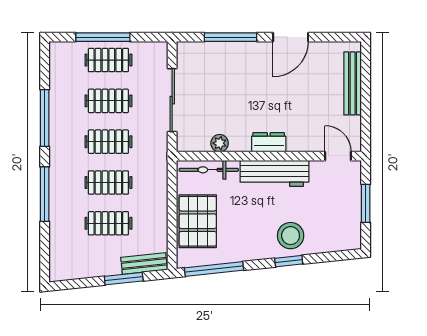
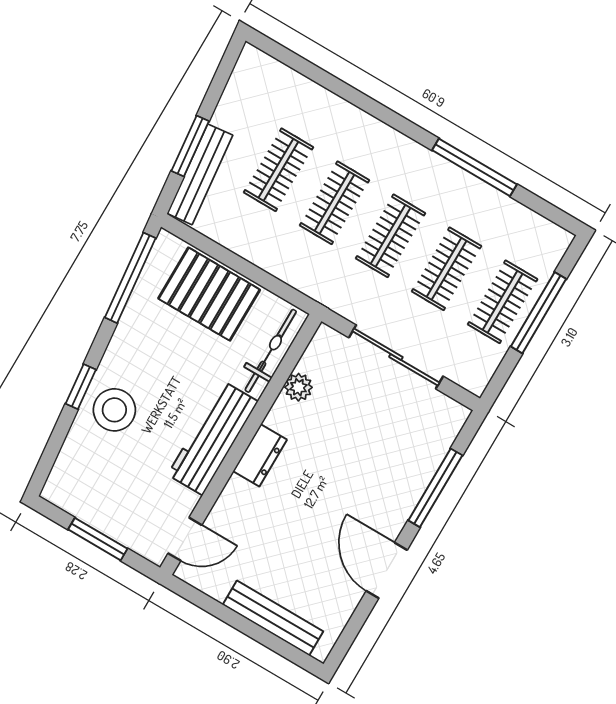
window: (45, 194) -> (370, 106), removed
bench: (144, 263) -> (200, 174), width x1.36

